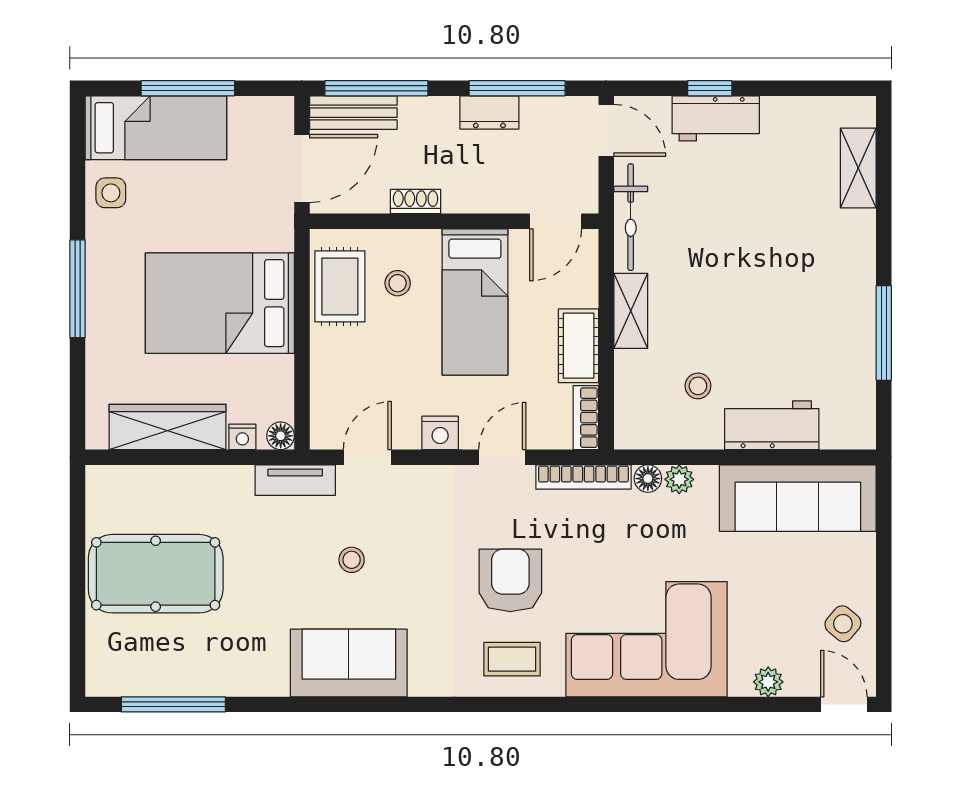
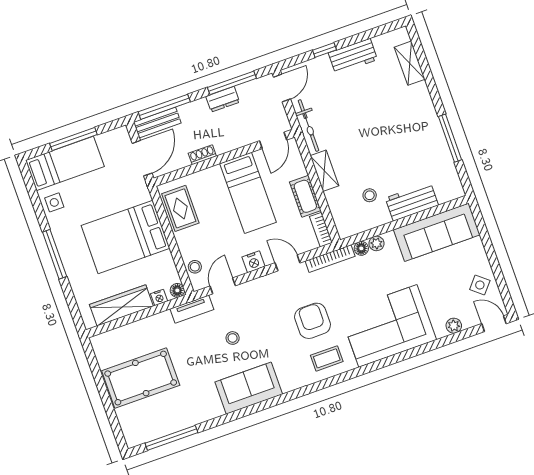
workbench: (716, 118) -> (353, 56), moved
door: (606, 130) -> (282, 88), hinge flipped
stool: (398, 283) -> (195, 267), moved
door: (502, 457) -> (288, 263), hinge flipped

